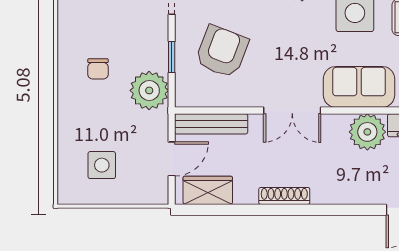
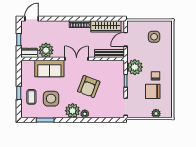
chair: (105, 31) -> (153, 91), added
armchair: (222, 52) -> (89, 87), moved
wardrobe: (208, 190) -> (106, 26), width x1.50

